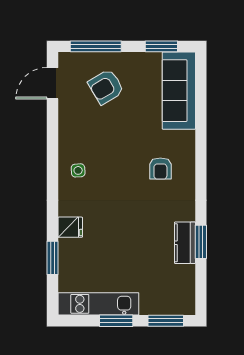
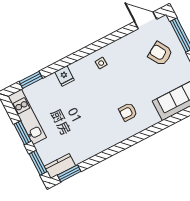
window: (201, 242) -> (69, 173), moved
kitchen counter: (185, 243) -> (60, 166), moved
window: (53, 258) -> (31, 80), moved

